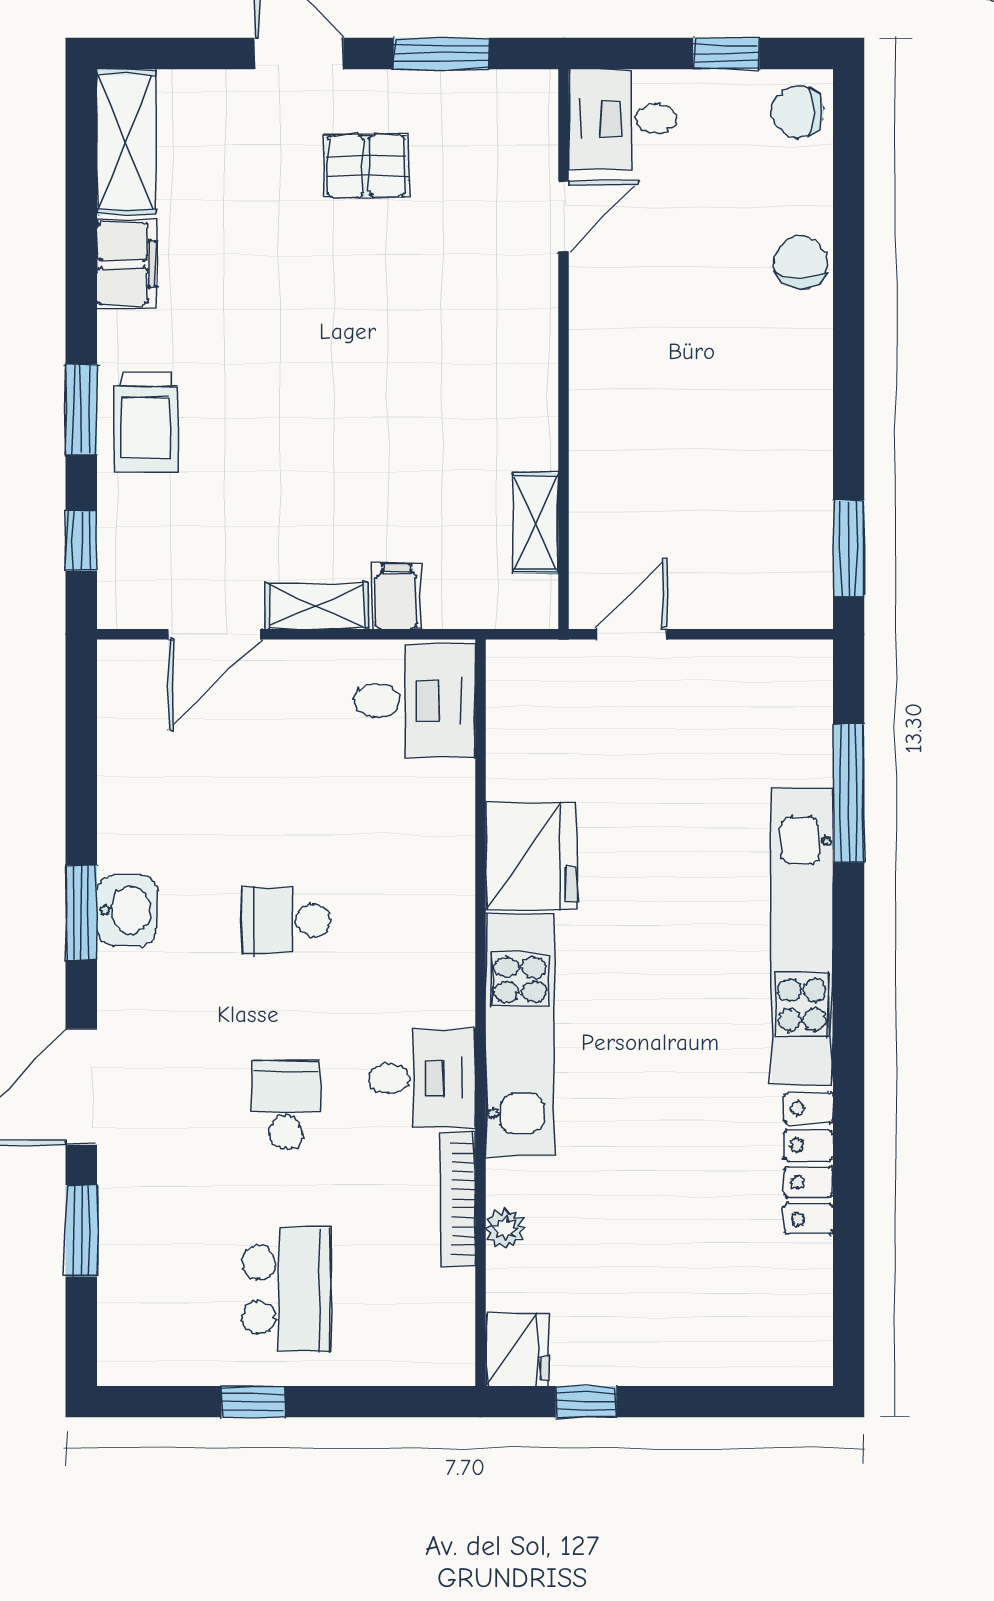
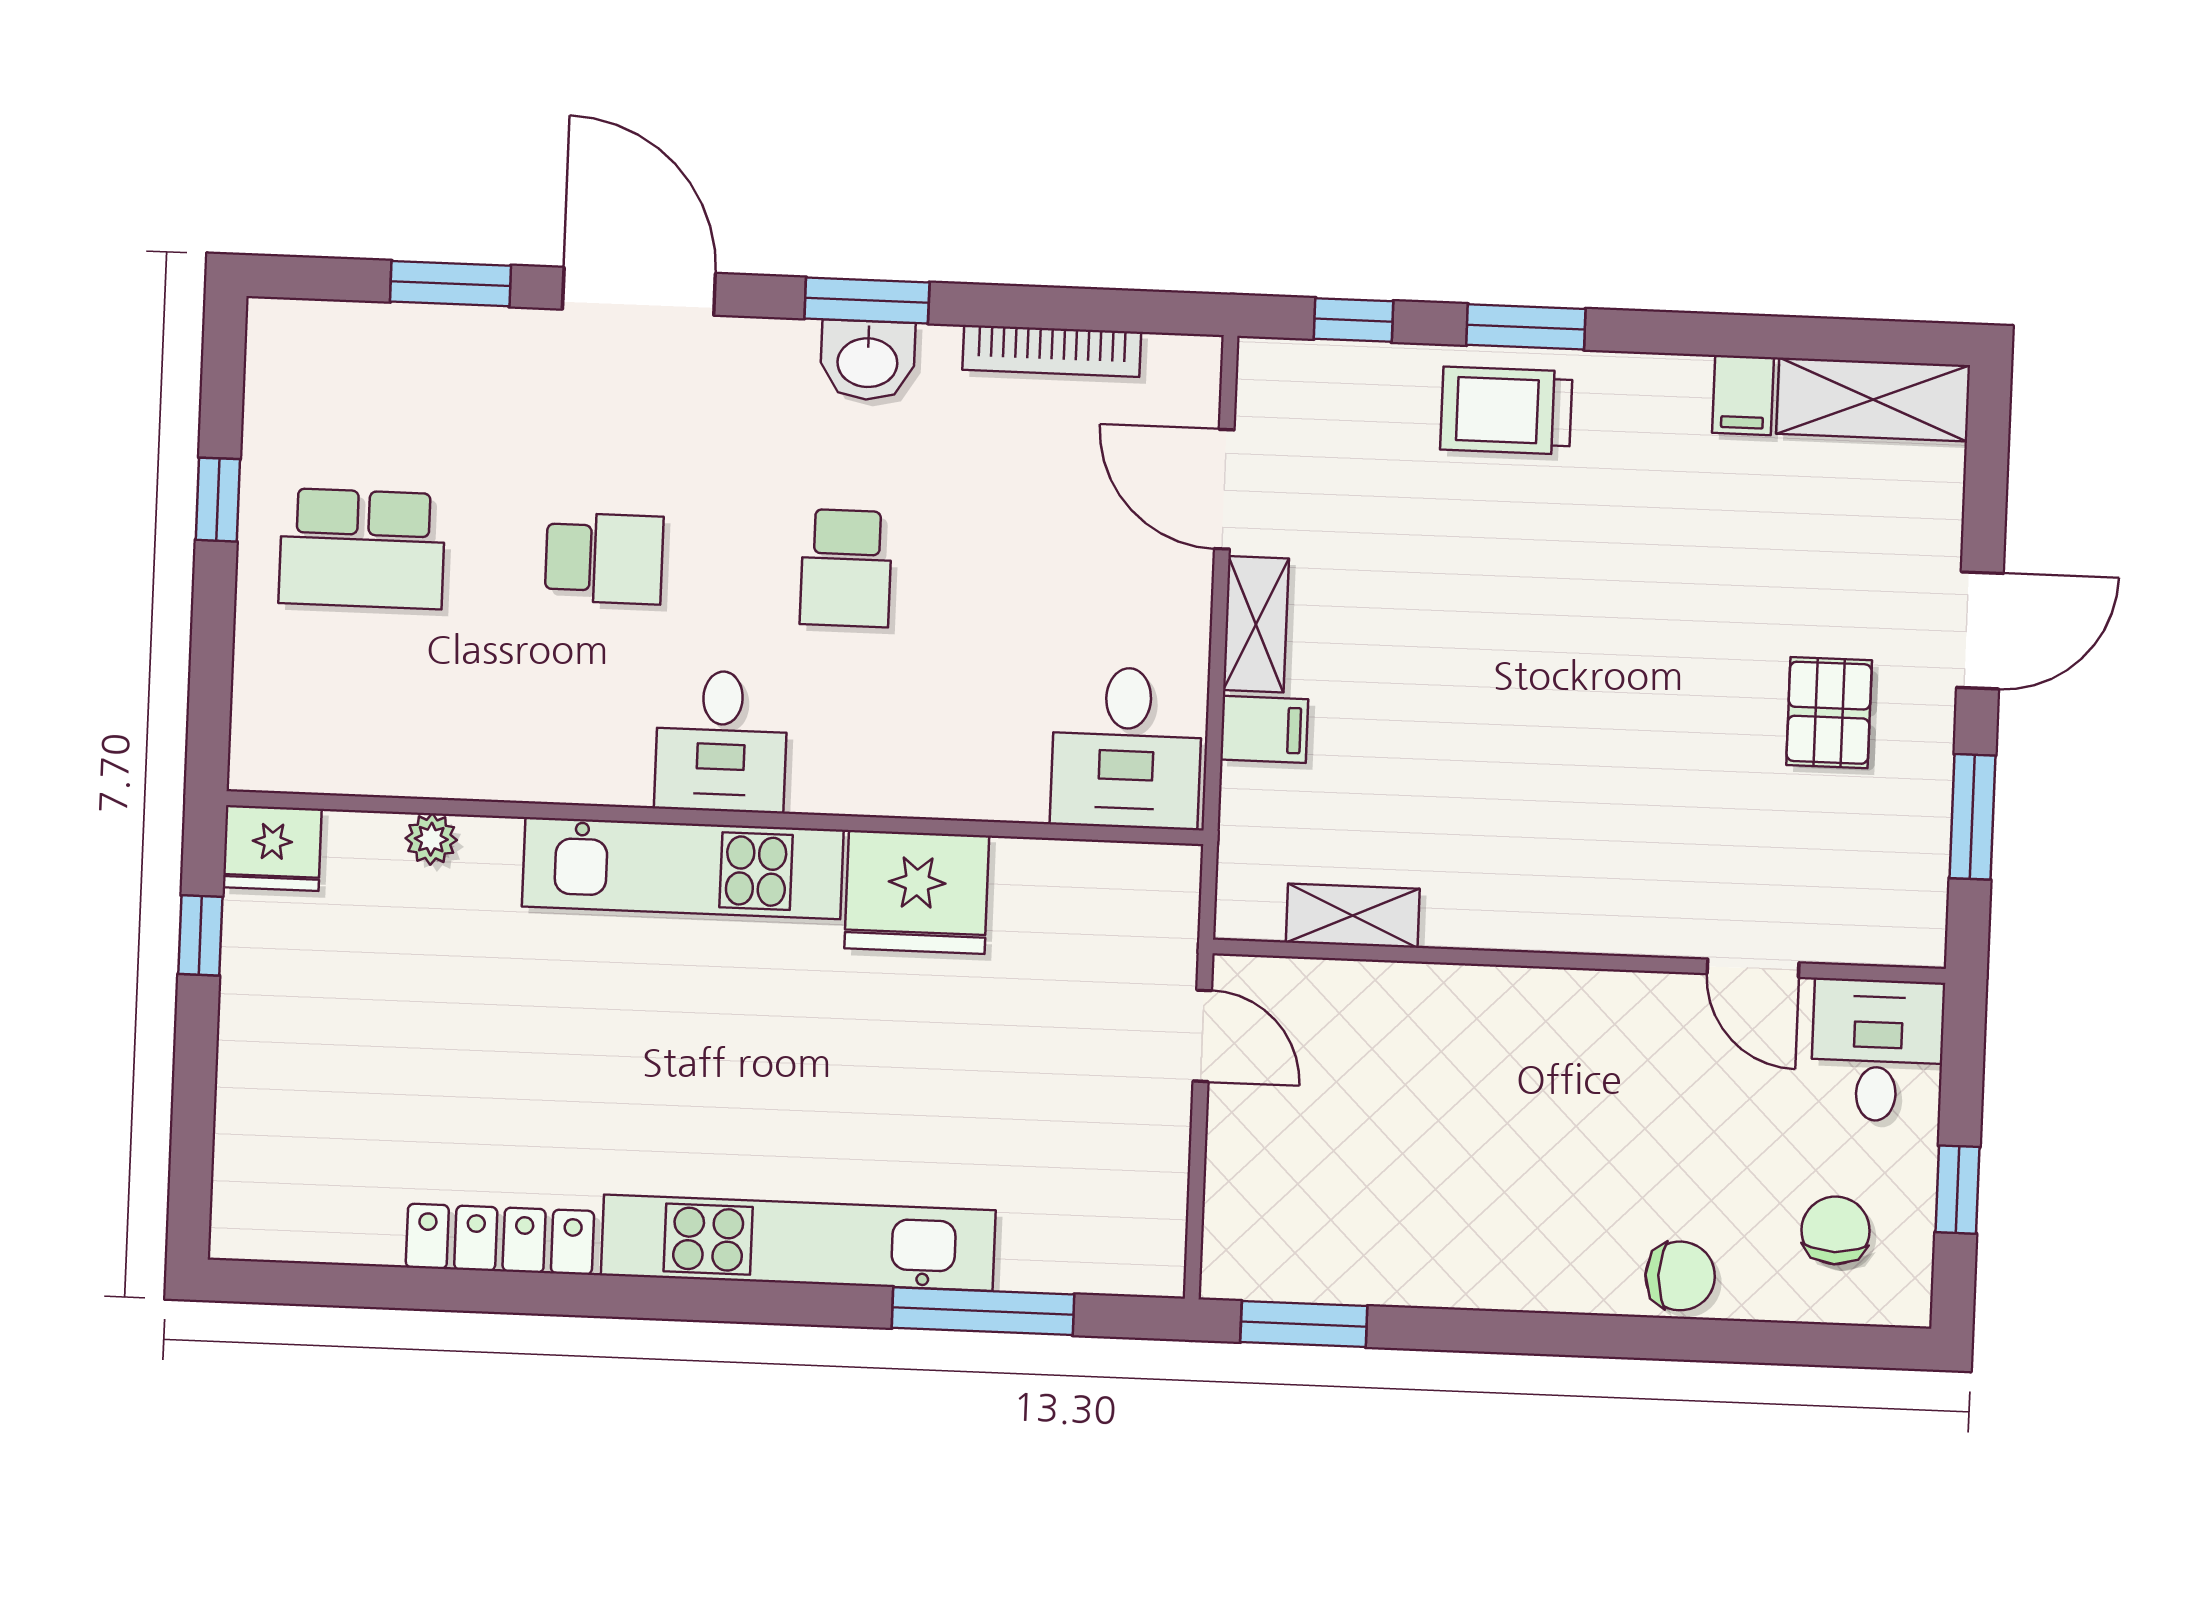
chair: (798, 112) -> (1836, 1230), moved
filing cabinet: (127, 264) -> (1743, 395), width x0.50
school desk: (286, 920) -> (846, 568), turned 180
desk: (422, 1078) -> (721, 741), moved
bookcase: (458, 1199) -> (1052, 351), moved, turned 180

